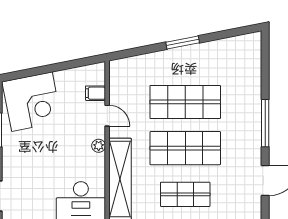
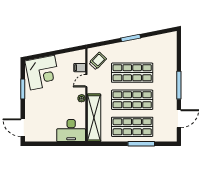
trolley: (126, 82) -> (98, 61), added
door: (107, 116) -> (86, 81), swing flipped
shop shelf: (185, 194) -> (132, 127), width x1.43, depth x1.36

